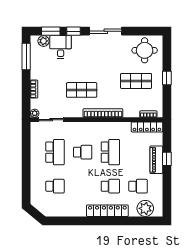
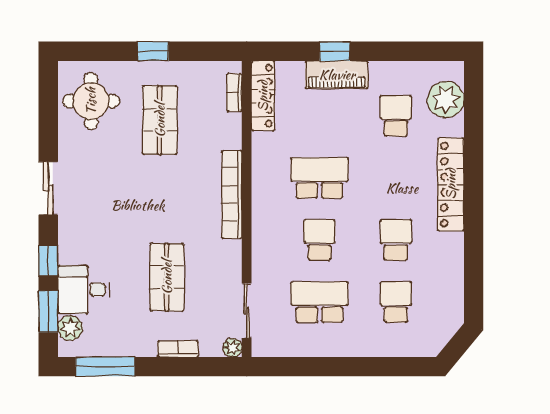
sliding door: (106, 31) -> (48, 188), width x0.73
shop shelf: (82, 90) -> (167, 277), moved
school desk: (110, 186) -> (396, 240), moved

